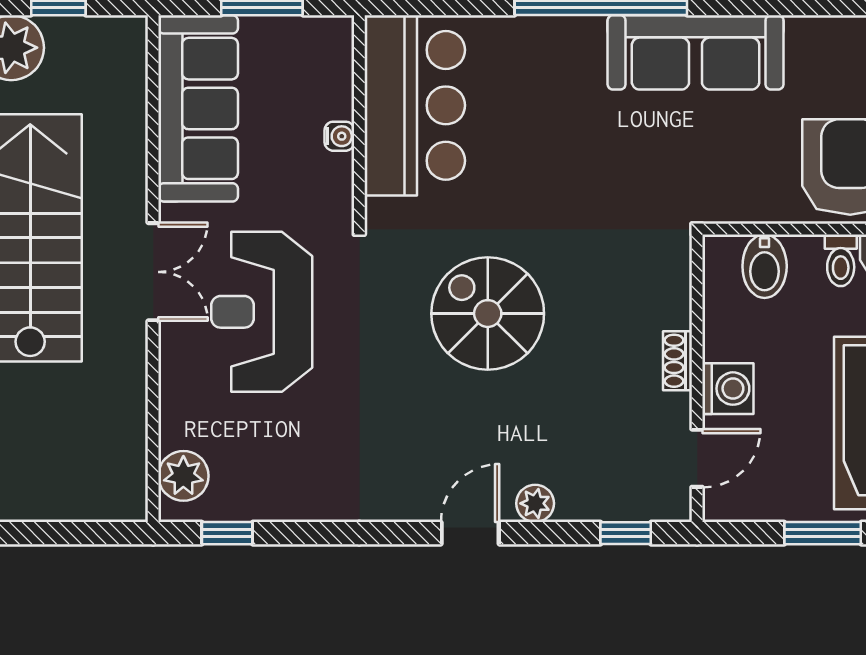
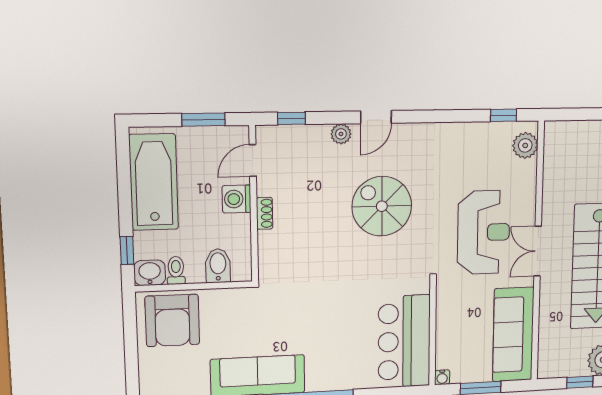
water cooler: (339, 136) -> (442, 377), moved, turned -90
spiral stairs: (488, 314) -> (382, 206), moved, turned 180
window: (823, 533) -> (203, 120), moved

